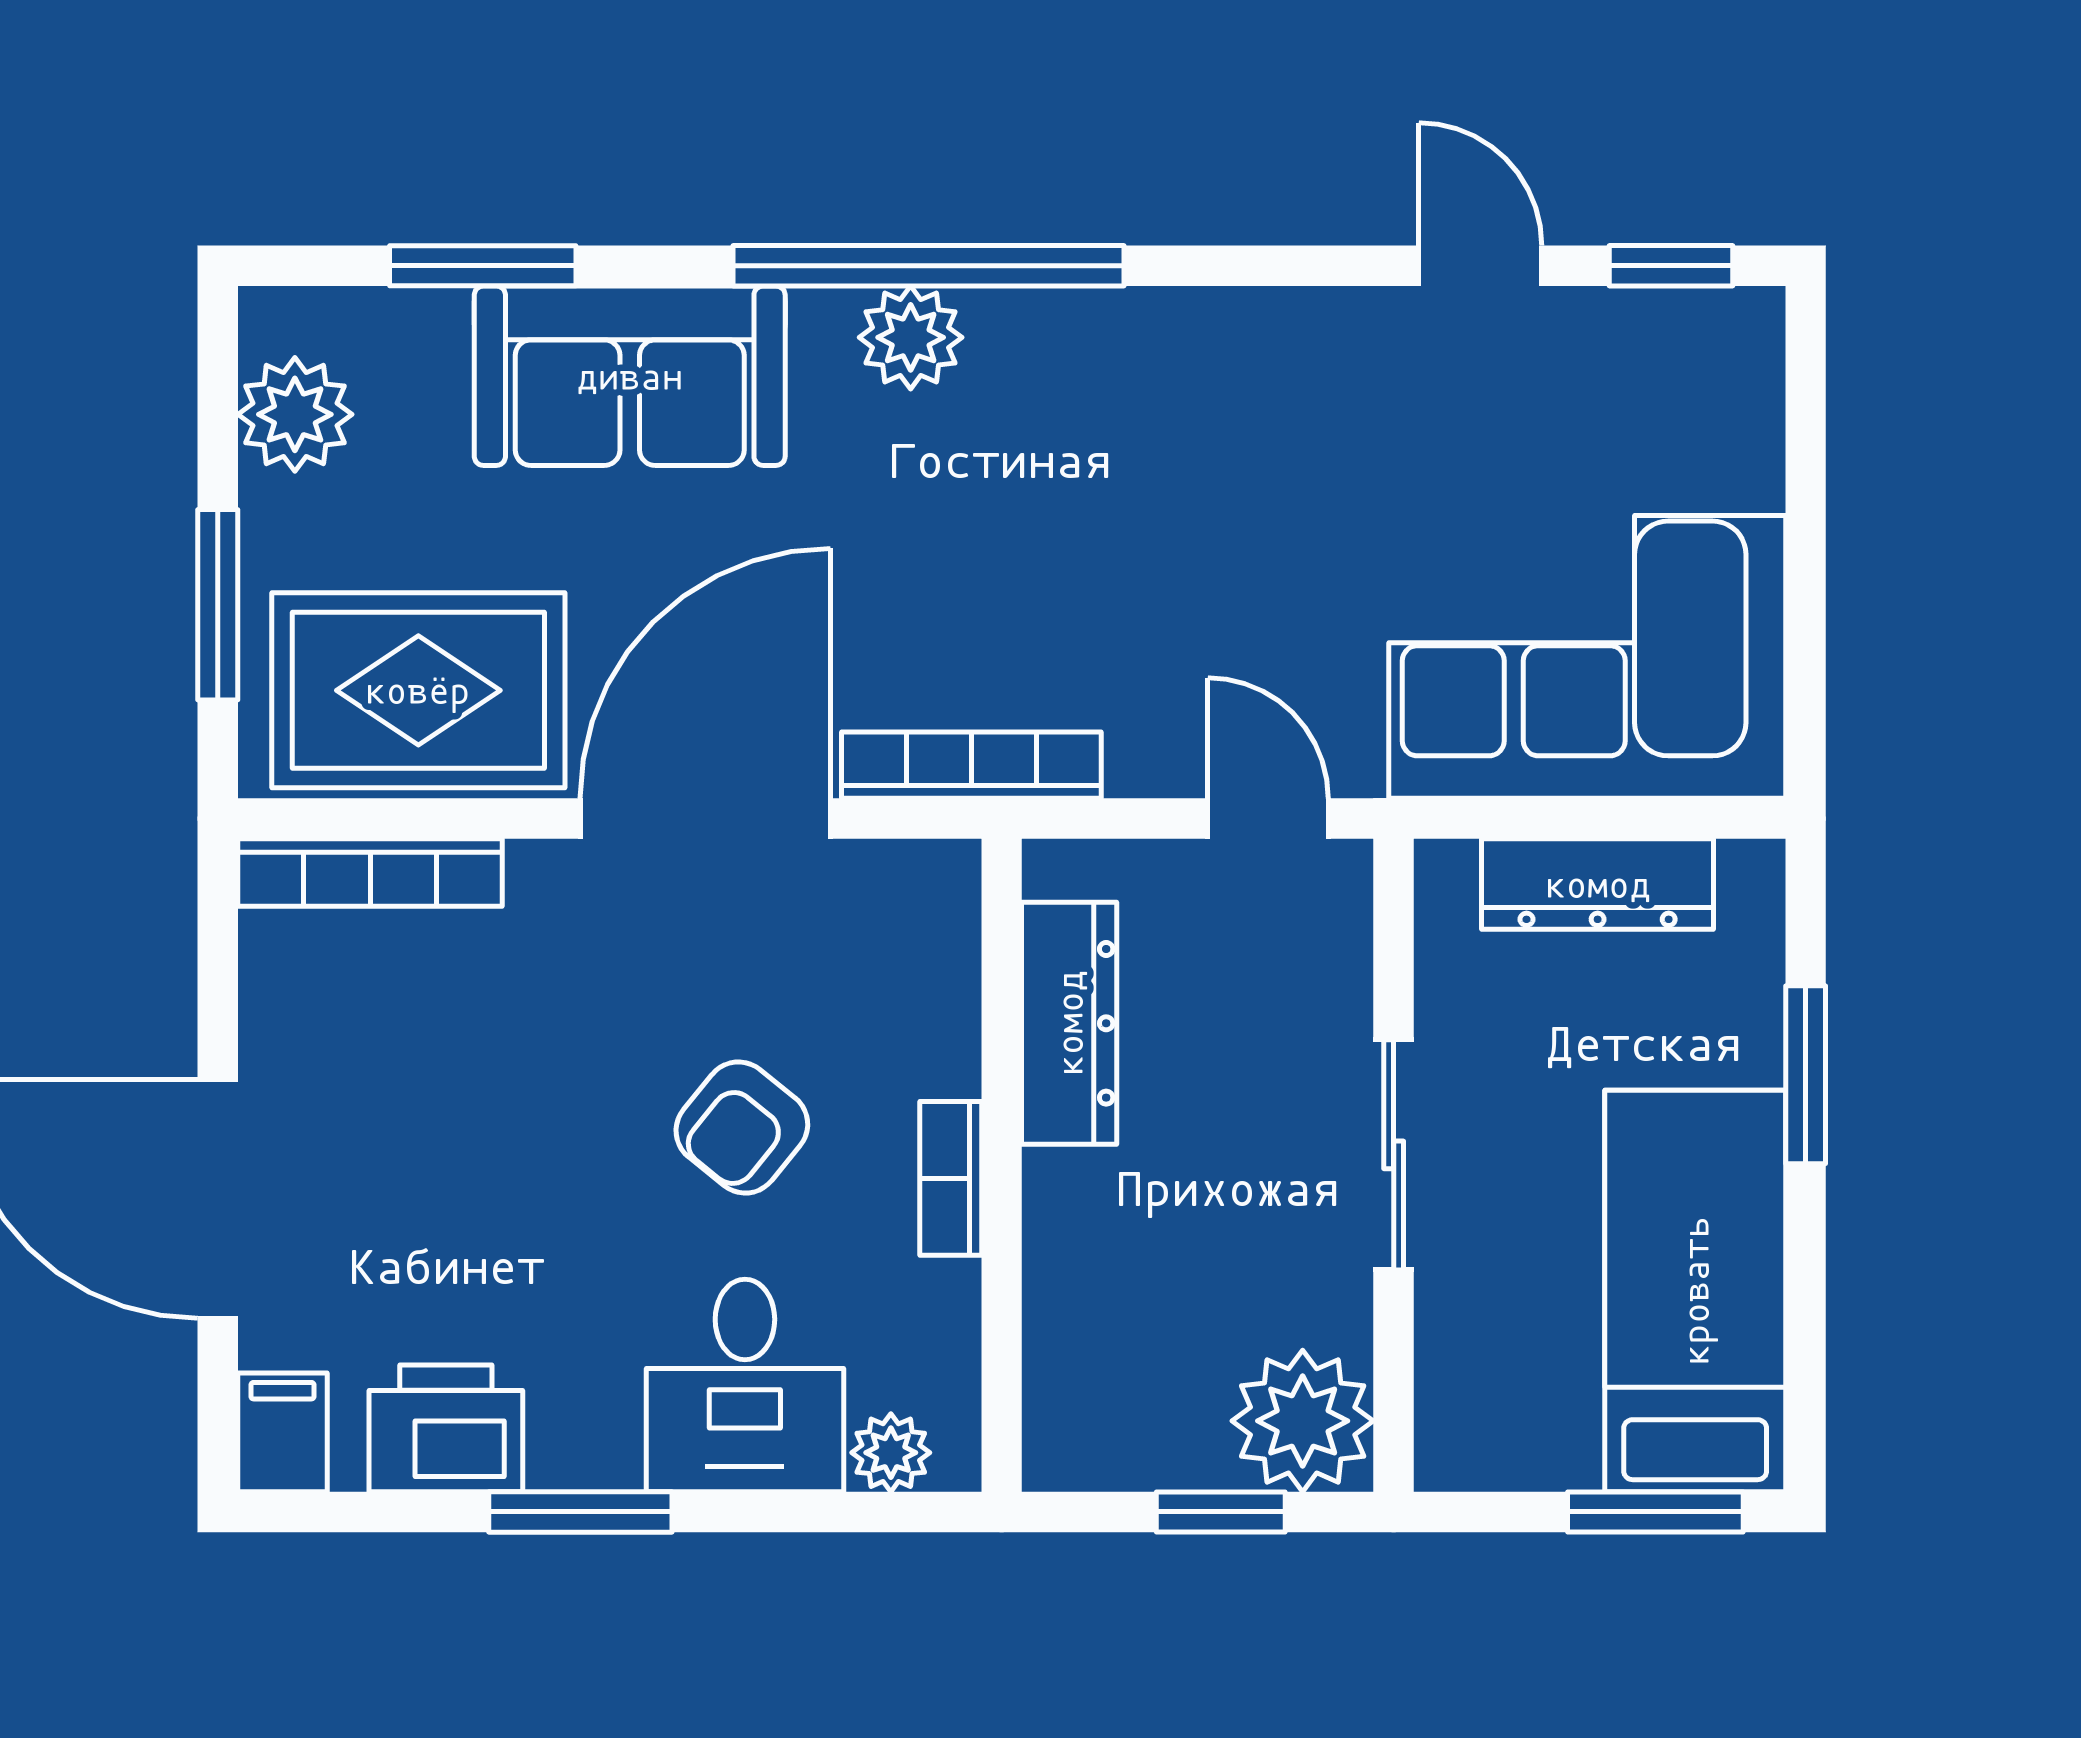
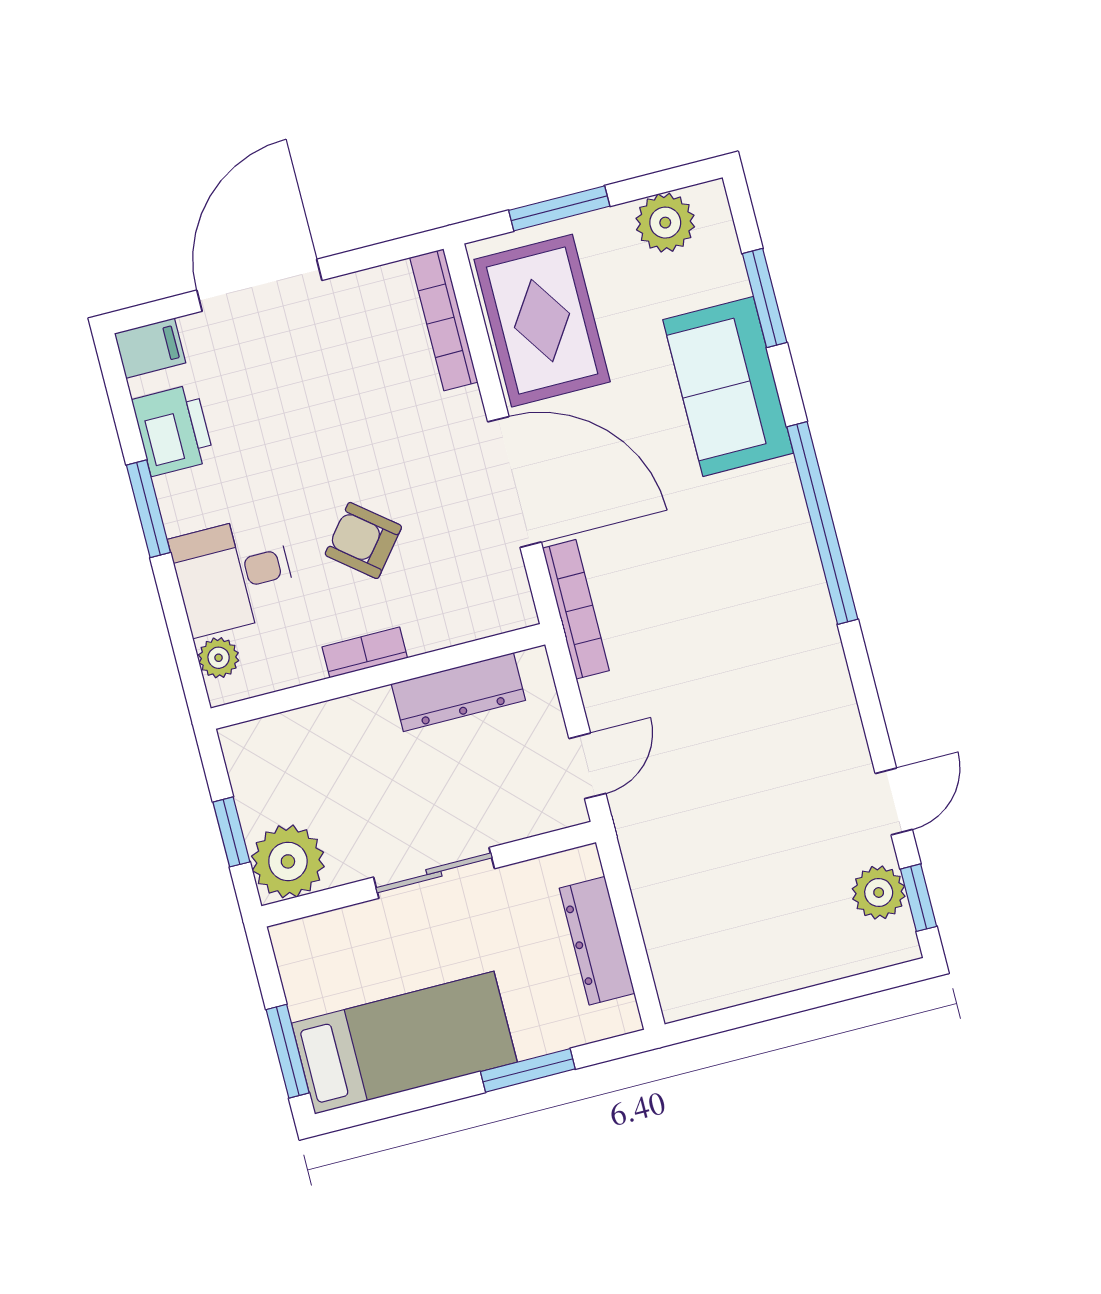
plant: (911, 337) -> (879, 893), moved
corner sofa: (1587, 657) -> (710, 906), removed

